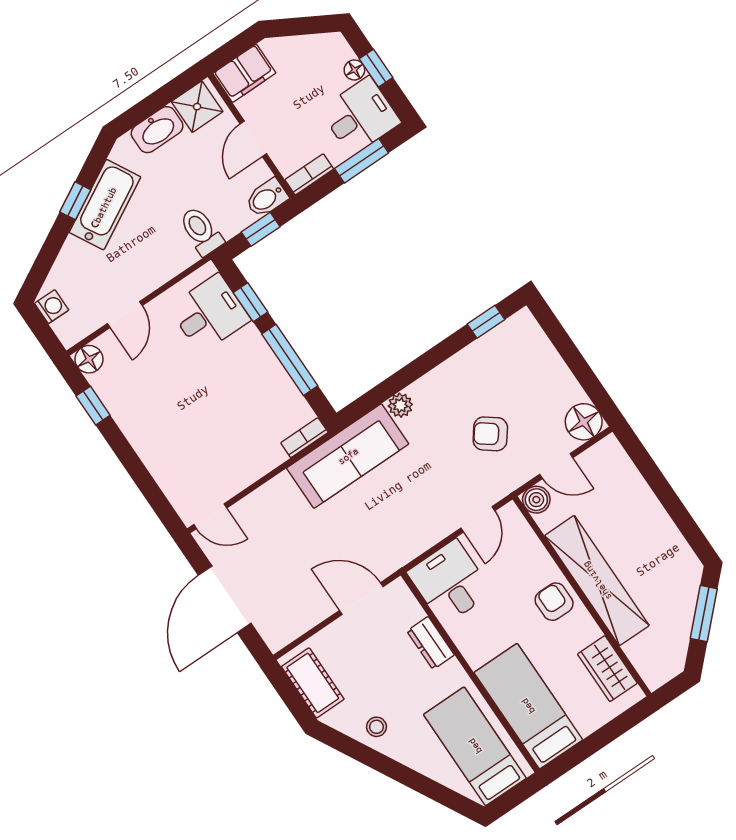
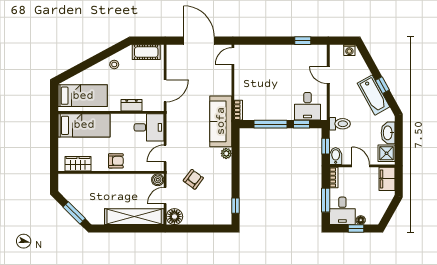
floor lamp: (89, 359) -> (321, 51), removed
door: (478, 519) -> (165, 153), hinge flipped
shelving: (597, 581) -> (134, 217), moved

